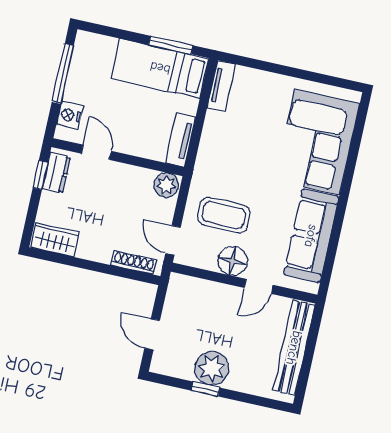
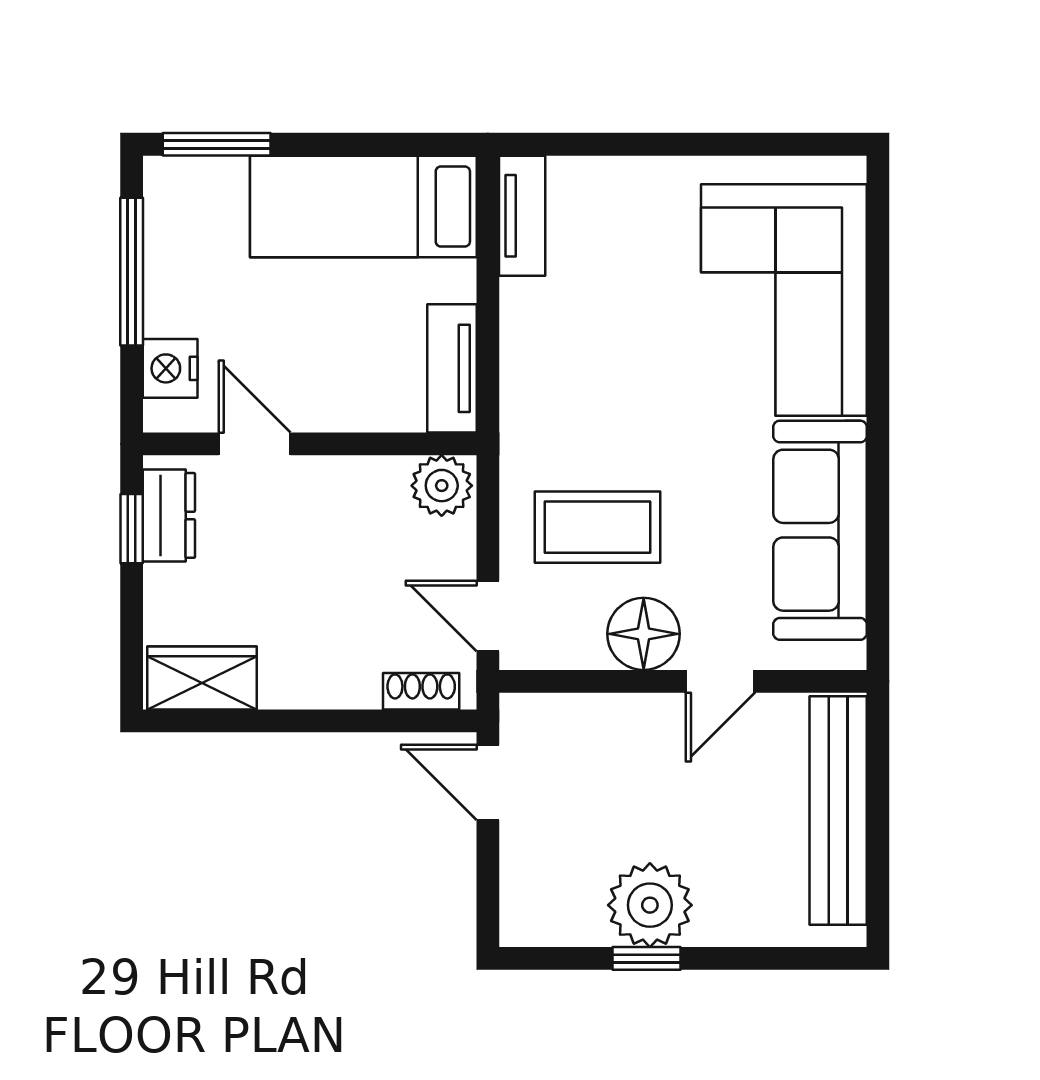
window: (171, 45) -> (217, 144), moved
shoe rack: (134, 263) -> (421, 691), width x0.70
door: (152, 334) -> (488, 782), moved

